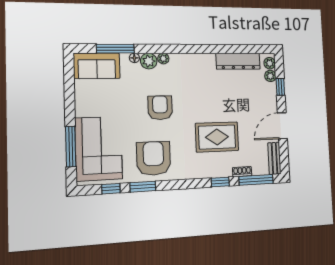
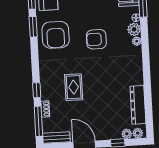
armchair: (160, 108) -> (96, 39), turned 180
rug: (217, 137) -> (74, 87), width x0.73, depth x0.70
armchair: (154, 158) -> (56, 35), turned 90

